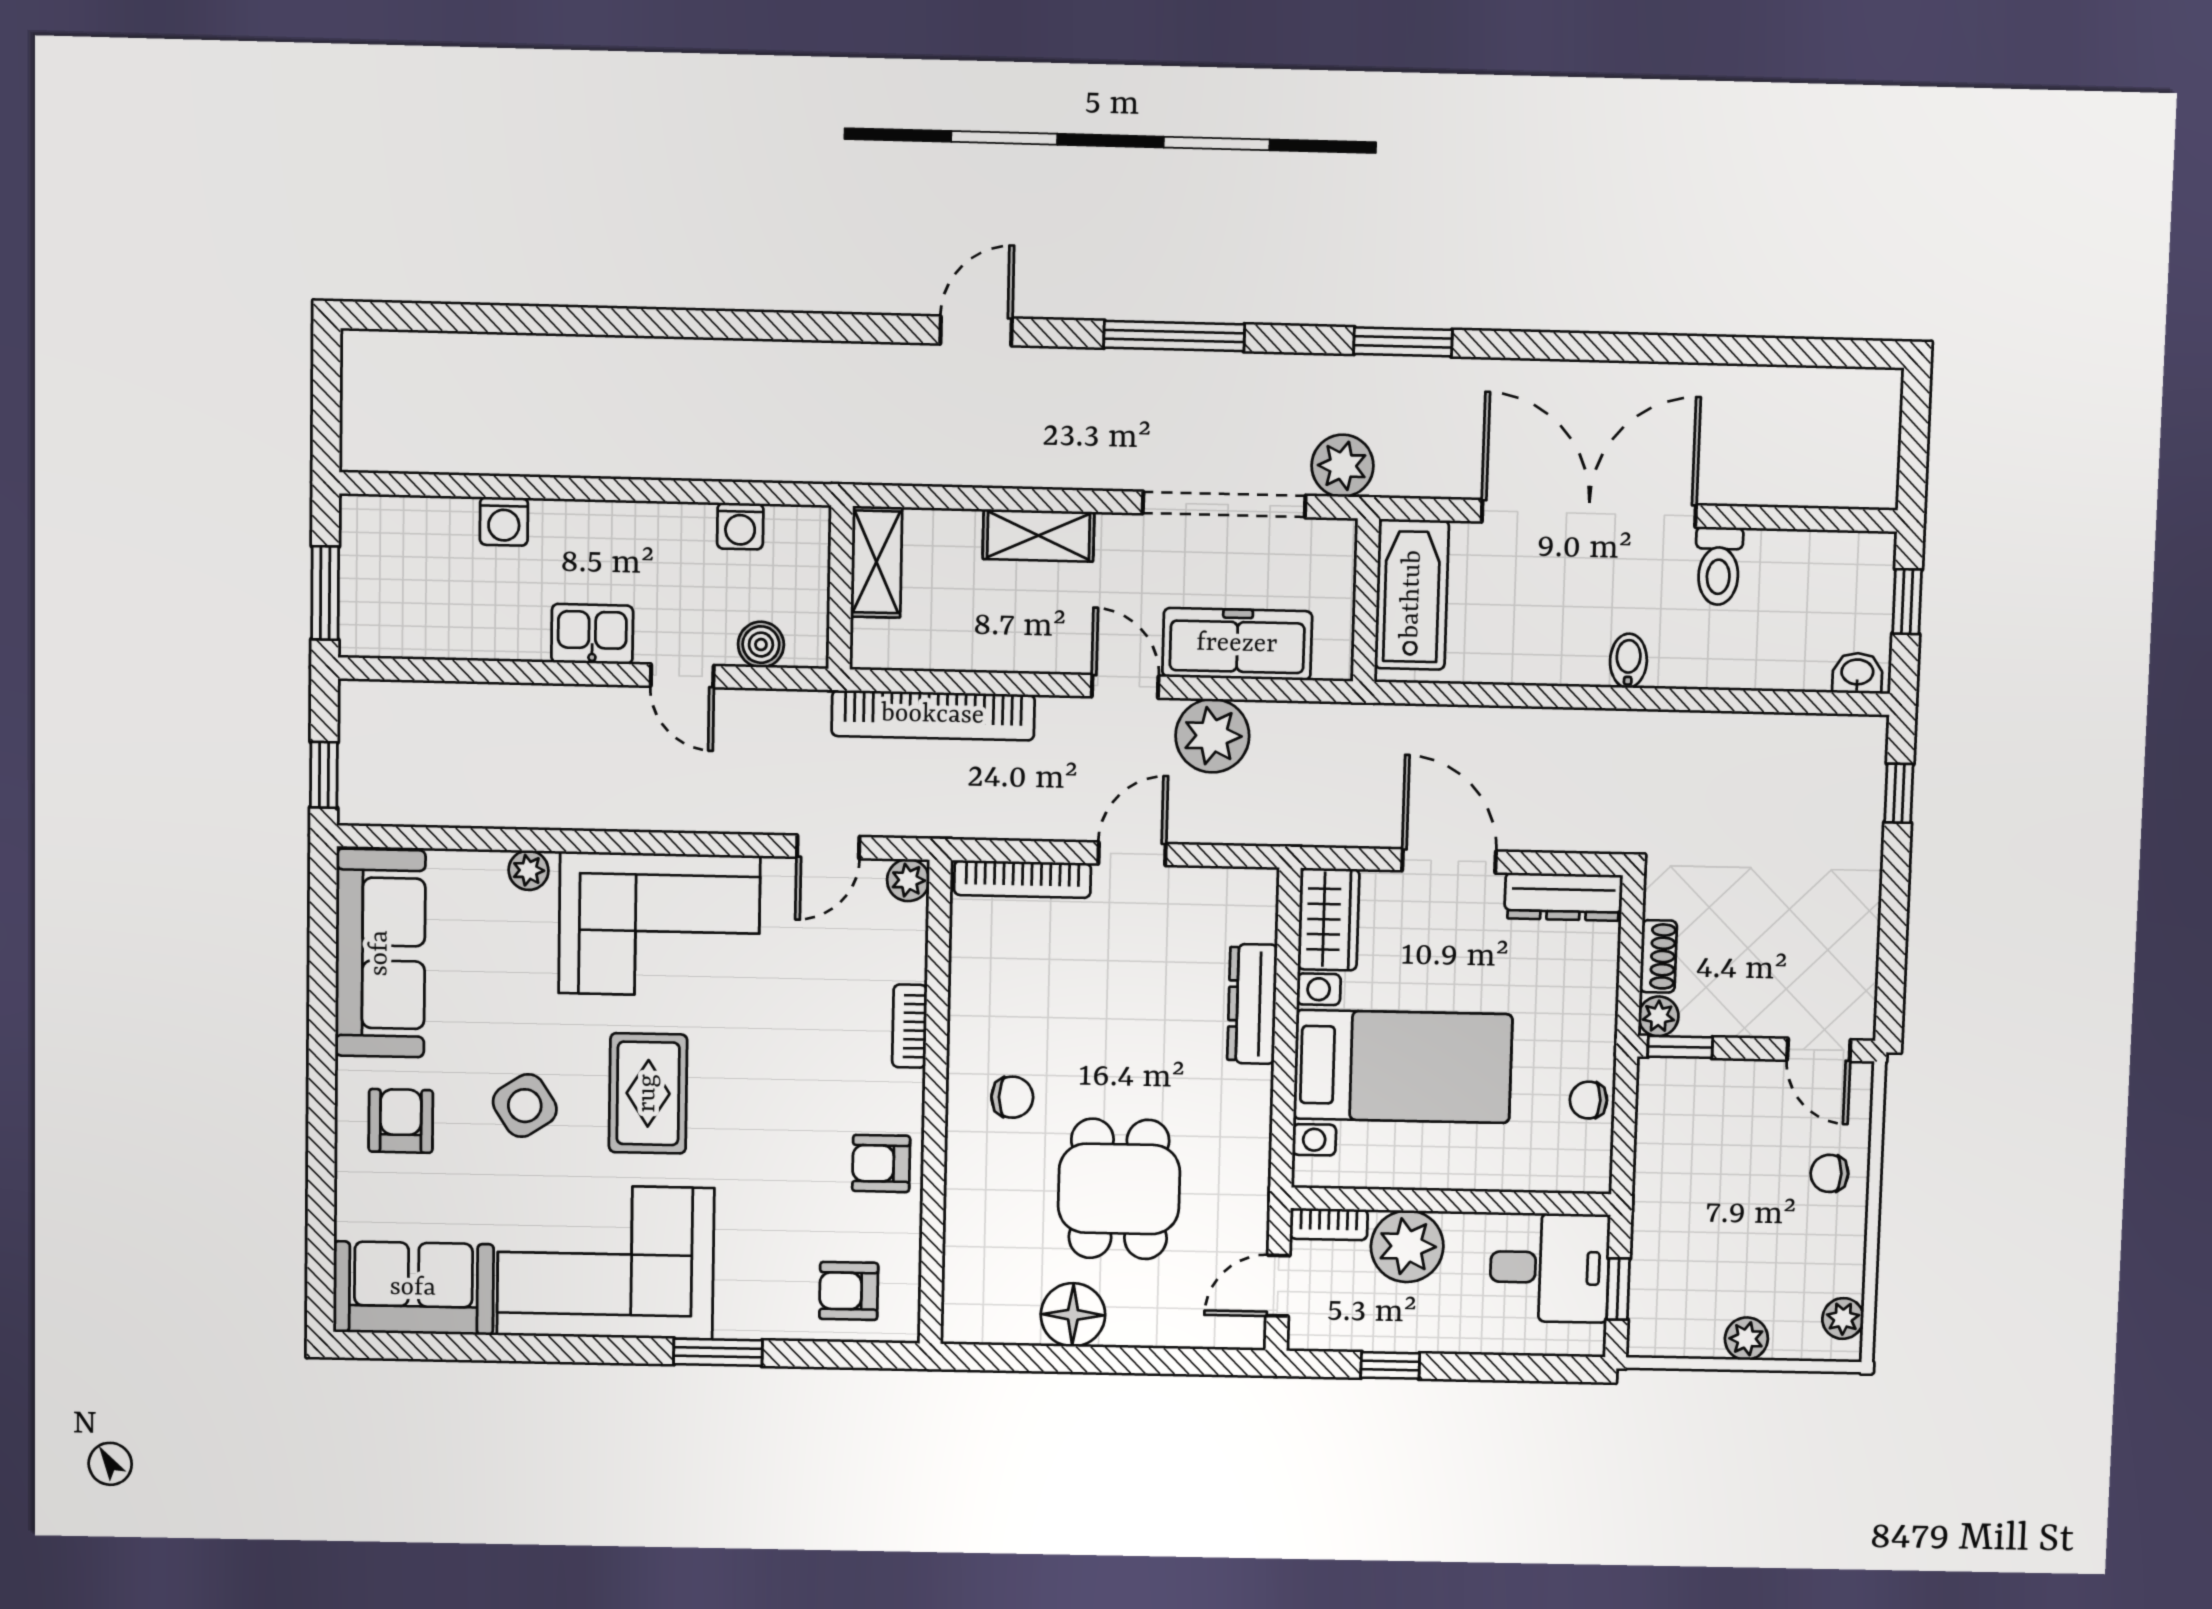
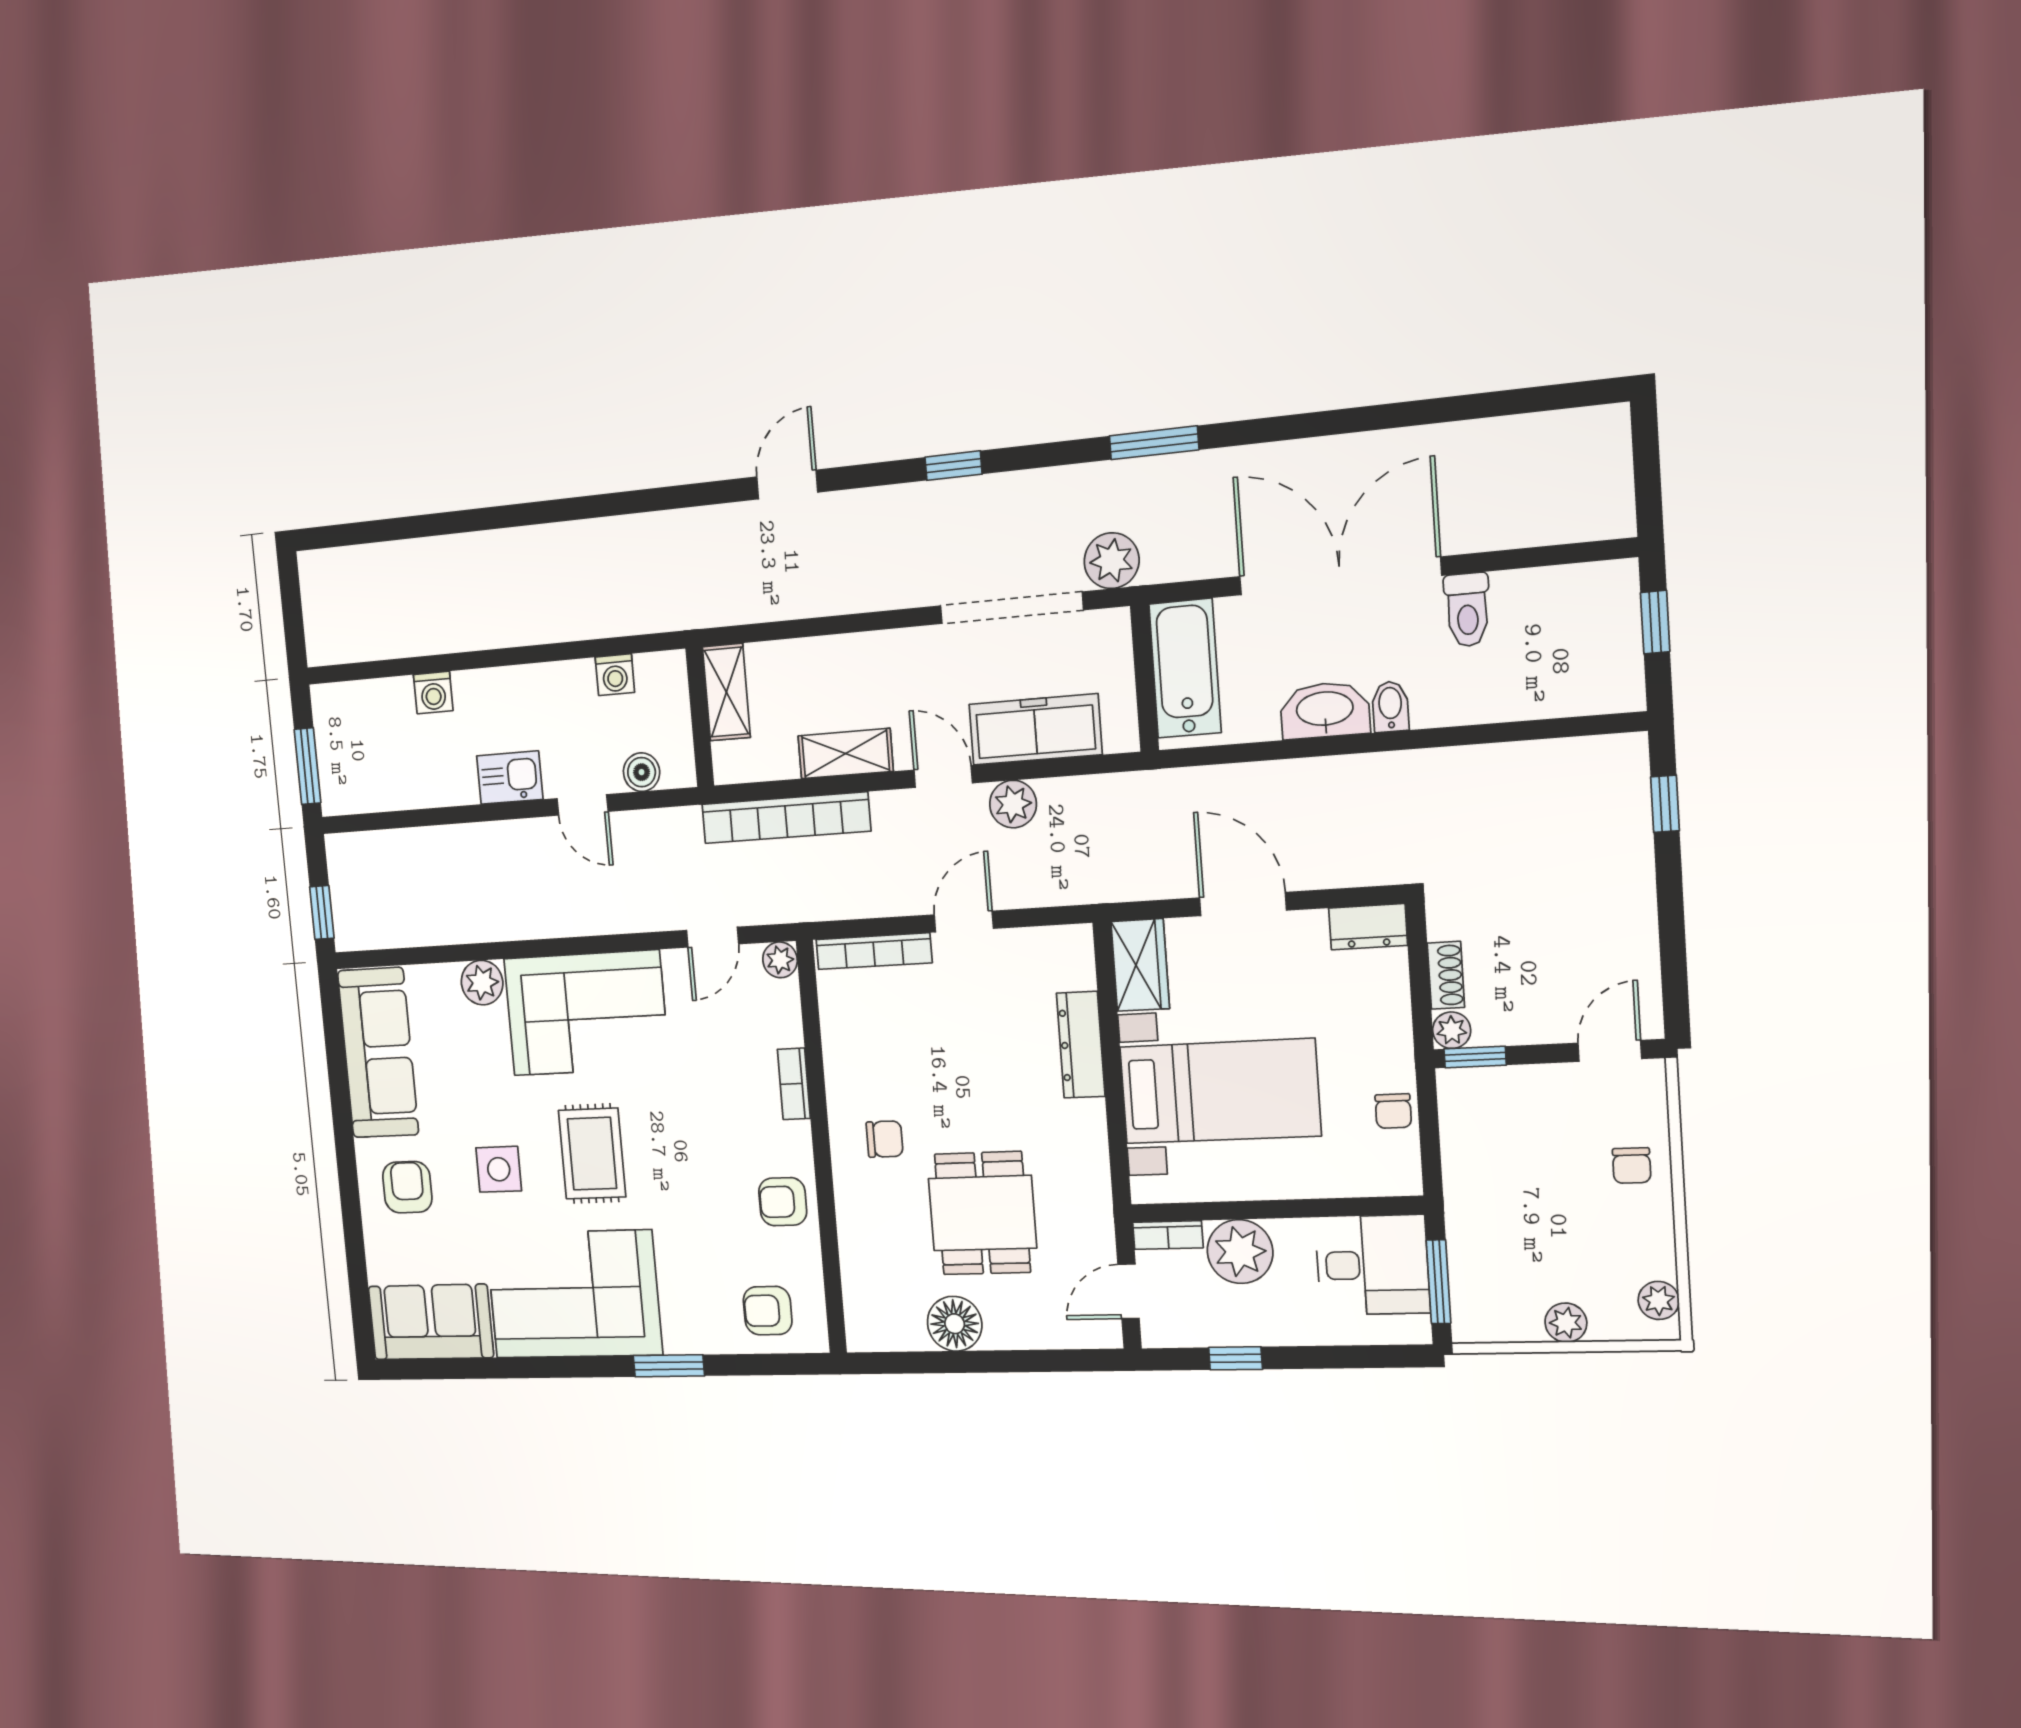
window: (1174, 336) -> (954, 466), width x0.46
shelving: (1038, 535) -> (846, 754), moved
washbasin: (1857, 673) -> (1325, 710), moved, width x1.91, depth x1.45
plant: (1212, 736) -> (1013, 804), width x0.73, depth x0.73
plant: (528, 870) -> (482, 983), width x1.38, depth x1.38
dresser: (1564, 897) -> (1368, 927), width x0.70
door: (1819, 1050) -> (1610, 1051), swing flipped
chair: (1588, 1100) -> (1393, 1111), turned -90
side table: (525, 1106) -> (499, 1169), turned 33
chair: (1829, 1173) -> (1632, 1166), turned -90
window: (1618, 1289) -> (1439, 1282), width x1.50

